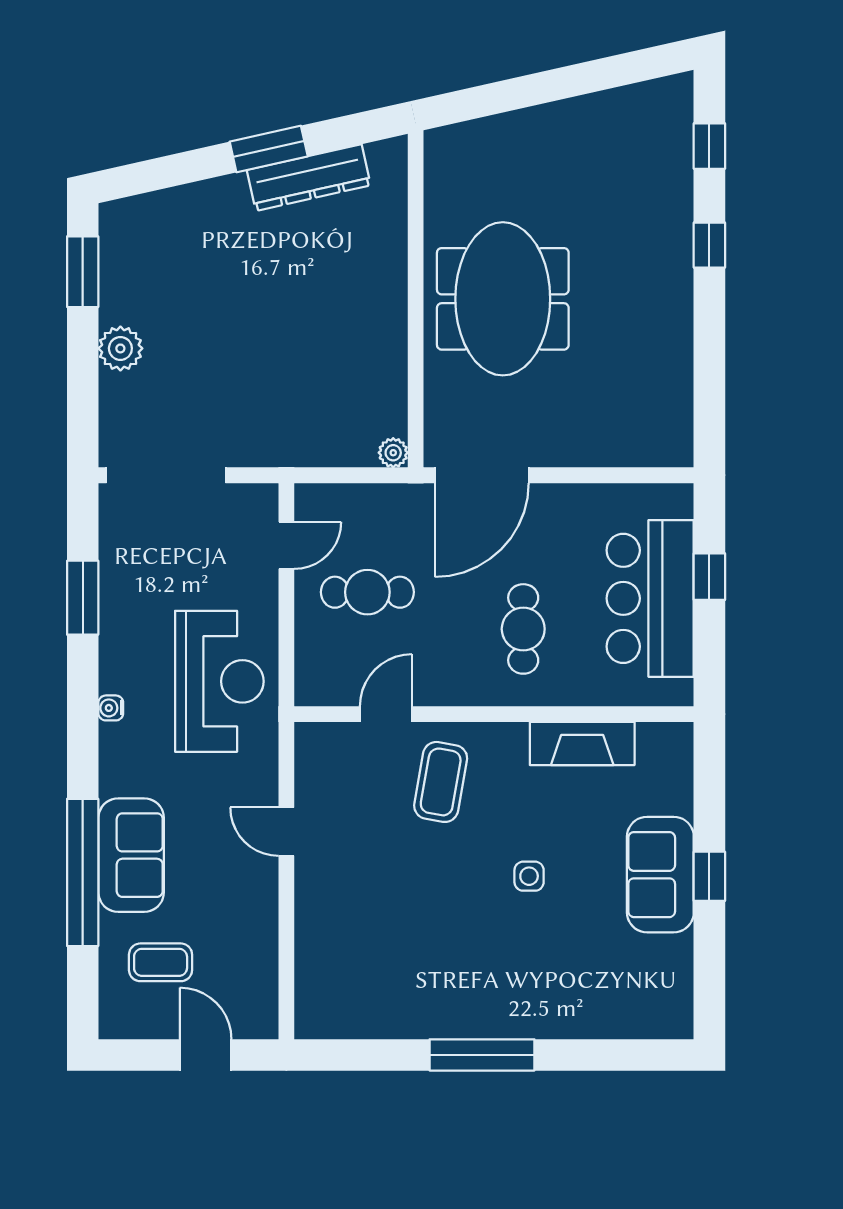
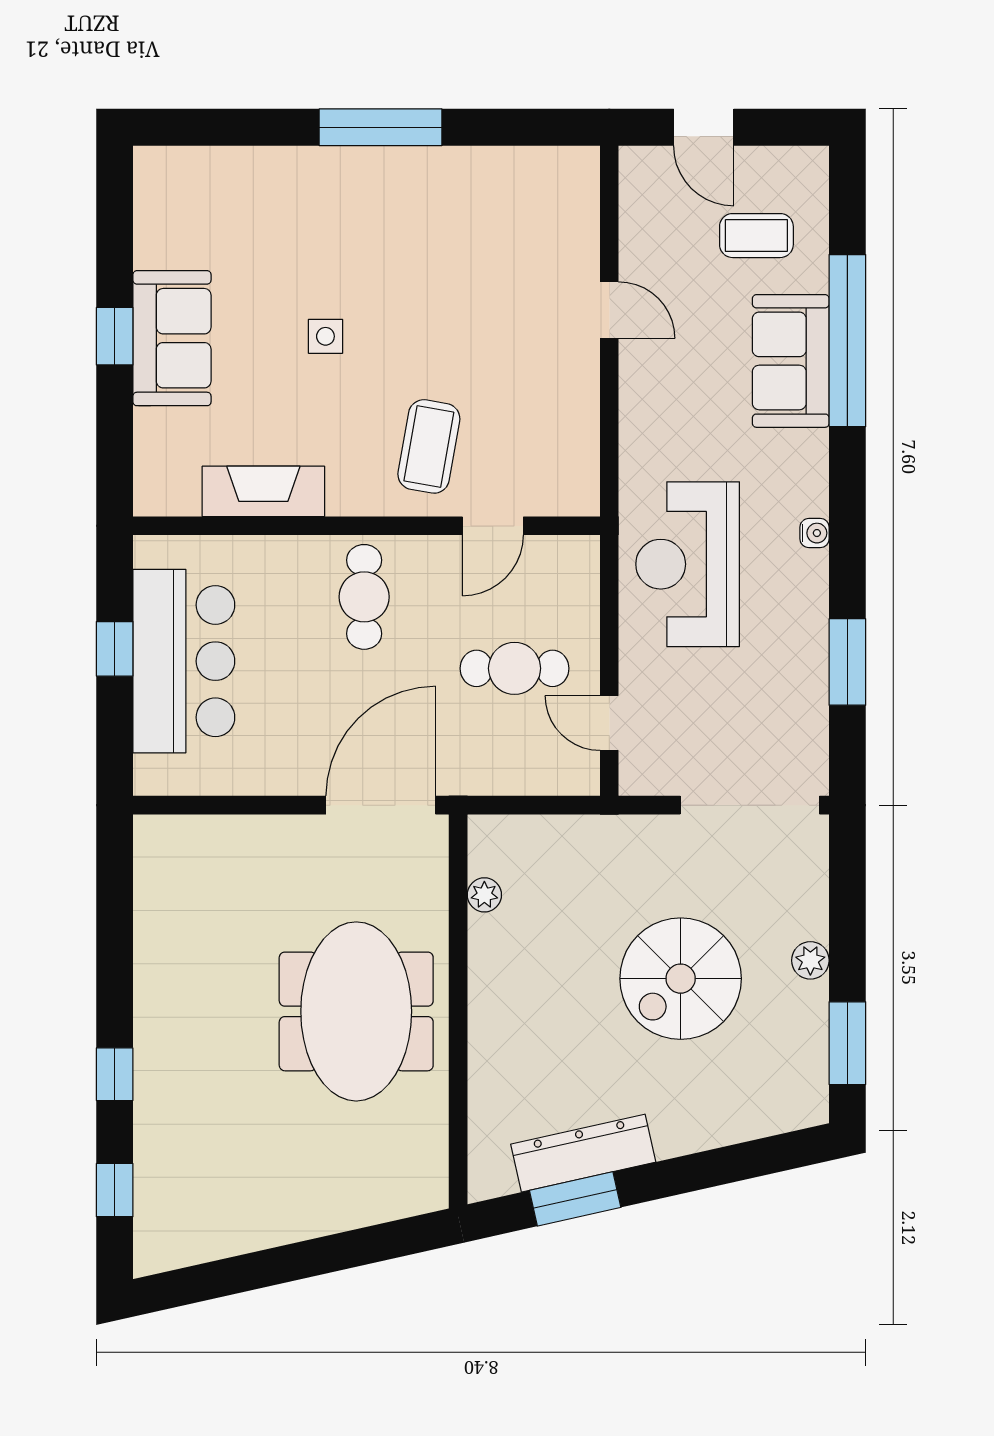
window: (269, 149) -> (575, 1199), moved
spiral stairs: (225, 327) -> (681, 979), added
plant: (120, 348) -> (810, 960), width x0.73, depth x0.73
plant: (393, 453) -> (484, 895), moved
door: (286, 545) -> (609, 723), hinge flipped
window: (709, 577) -> (115, 649), moved
cafe table: (523, 629) -> (364, 597), moved
door: (286, 832) -> (609, 310), moved

